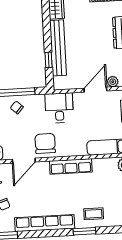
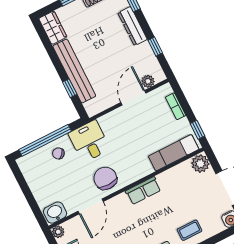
desk: (59, 108) -> (89, 141), moved
row of seats: (71, 166) -> (143, 191), width x0.68

